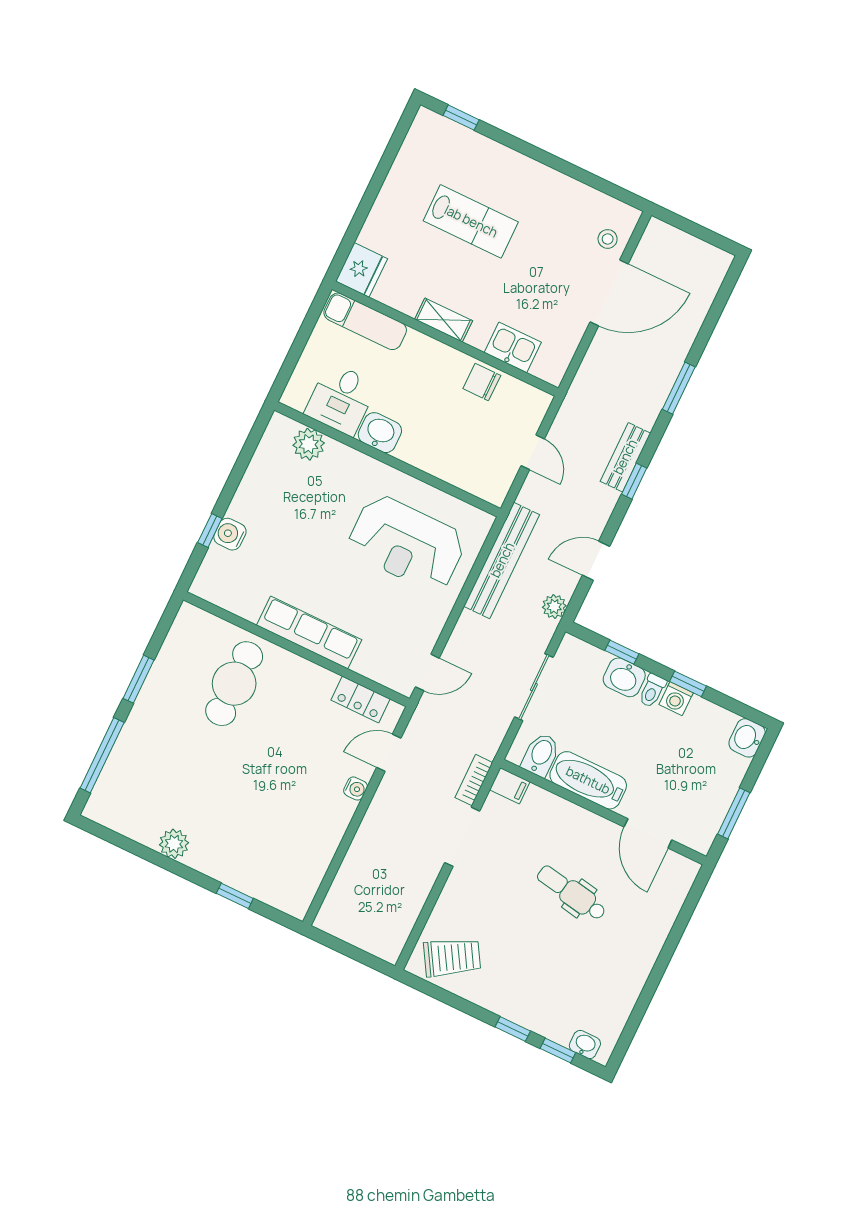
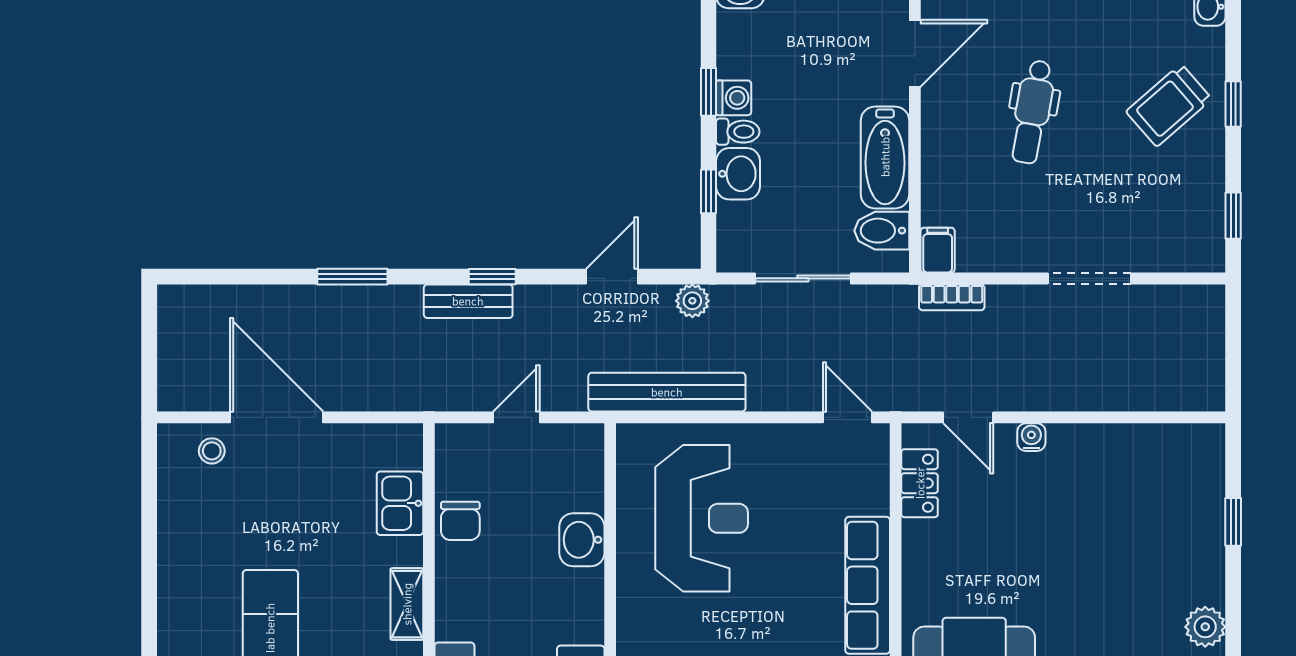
washbasin: (380, 433) -> (582, 540), moved
door: (596, 561) -> (612, 277), swing flipped
doorway: (462, 837) -> (1089, 278), moved
trolley: (452, 957) -> (1169, 105), moved, turned -100
window: (558, 1051) -> (1233, 216), moved

